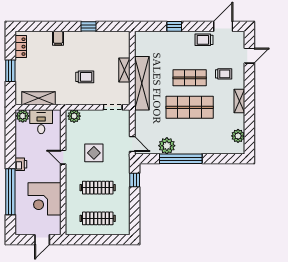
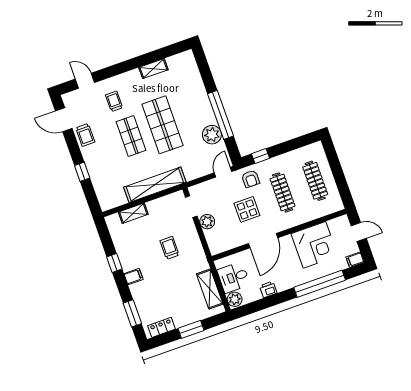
window: (41, 26) -> (132, 313), added
filing cabinet: (58, 38) -> (133, 277), moved
shelving: (124, 70) -> (133, 213), moved
shelving: (239, 101) -> (153, 69), moved
plant: (74, 116) -> (207, 222), moved
plant: (238, 136) -> (175, 63), removed
door: (63, 157) -> (263, 241), width x1.88
printer: (21, 164) -> (268, 289), moved
armchair: (118, 165) -> (251, 179), added
filing cabinet: (20, 228) -> (355, 260), added

